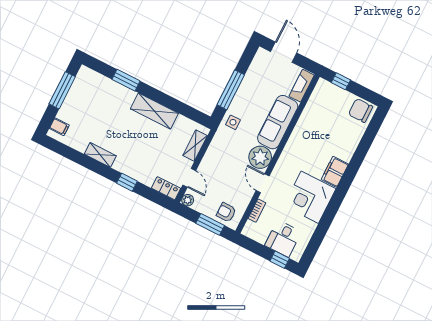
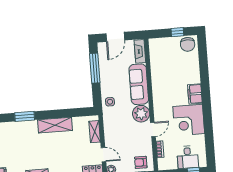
door: (284, 52) -> (115, 37), swing flipped
window: (341, 81) -> (177, 32), moved
window: (231, 90) -> (95, 68), moved
chair: (361, 110) -> (188, 44), turned -90
door: (263, 183) -> (153, 129), swing flipped

